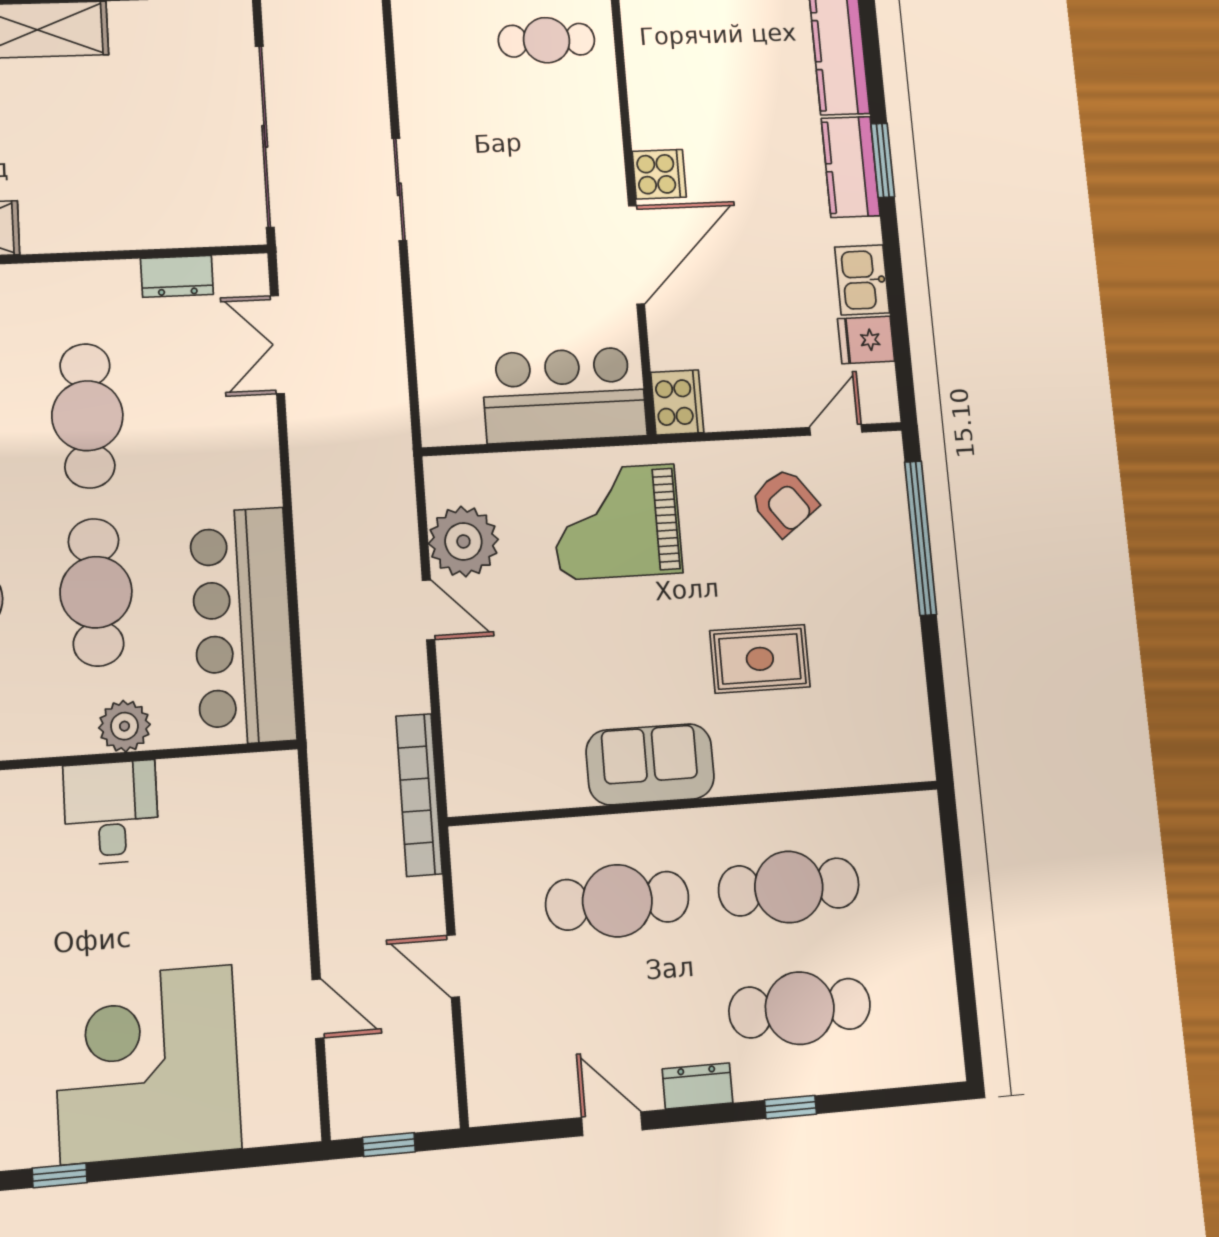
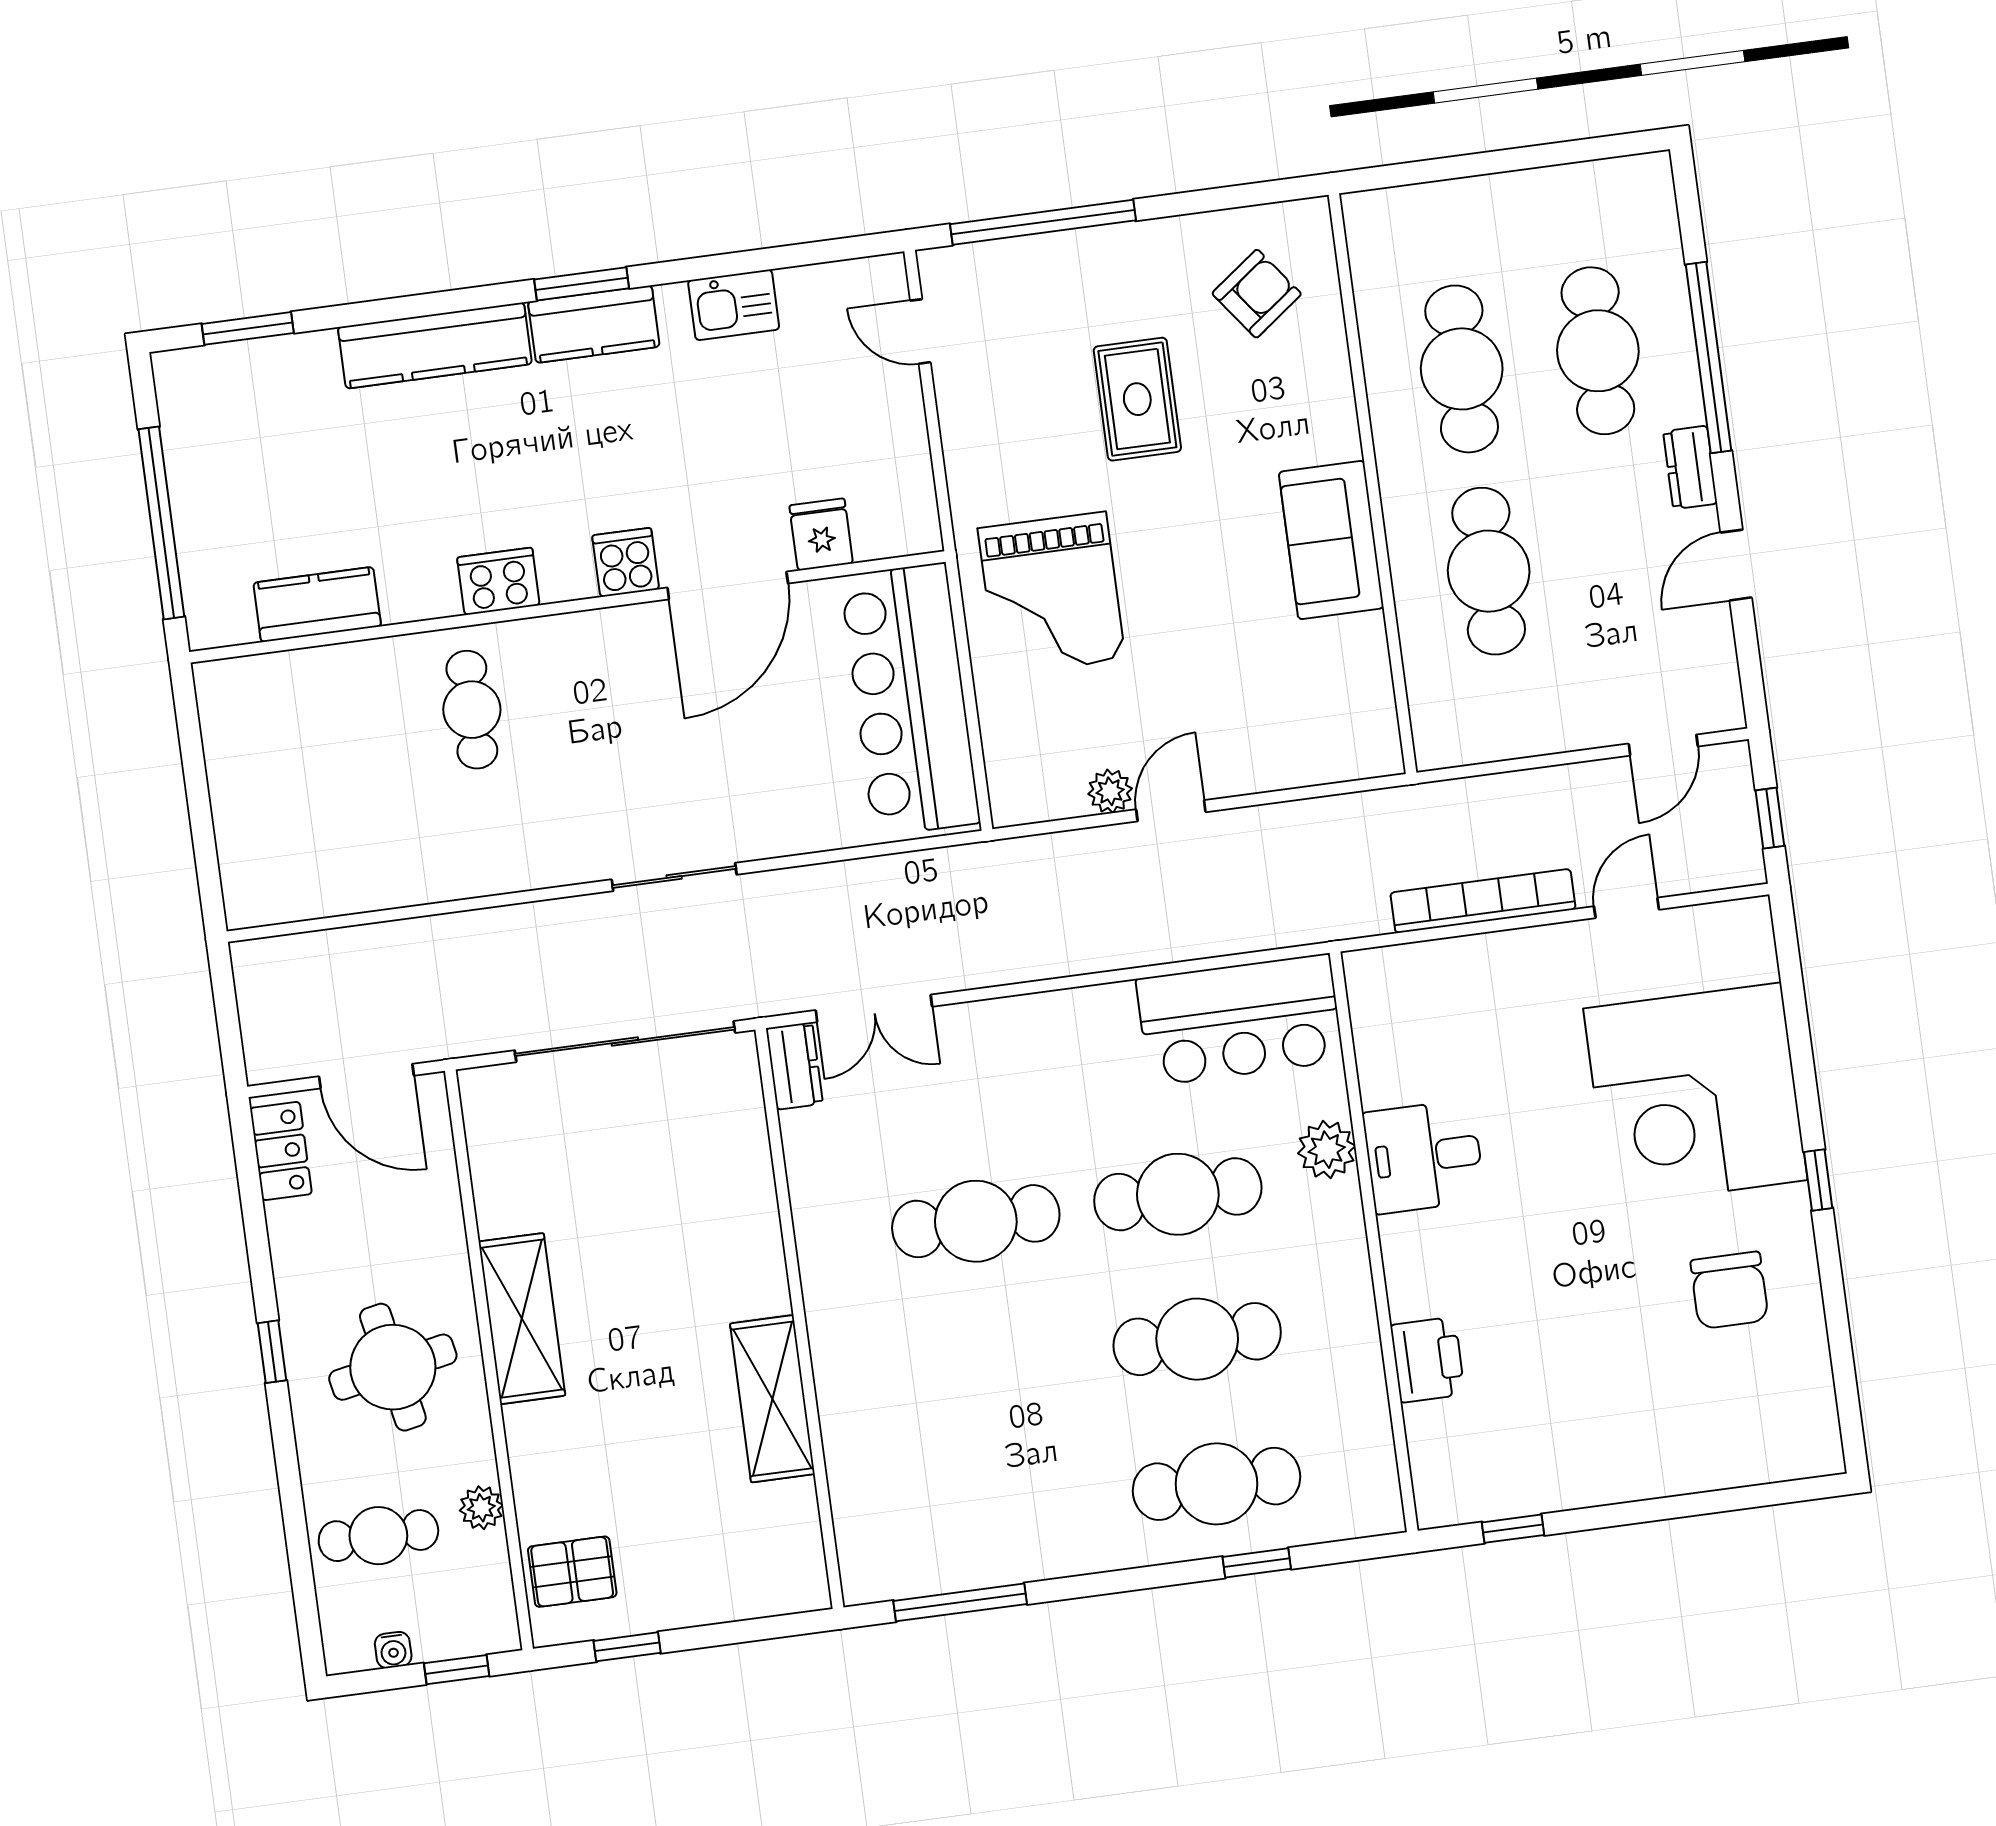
door: (636, 255) -> (728, 586), swing flipped
dresser: (177, 276) -> (794, 1066), moved
fridge: (866, 340) -> (821, 534), moved, turned 180
bar counter: (564, 395) -> (910, 700), width x1.36
cooker: (677, 402) -> (498, 581), moved
armchair: (784, 502) -> (1257, 294), moved
plant: (463, 541) -> (1110, 791), width x0.53, depth x0.53
bar counter: (243, 626) -> (1240, 1020), width x0.73
rug: (760, 659) -> (1137, 399), moved
bookcase: (419, 795) -> (1483, 901), moved, turned 180
door: (453, 966) -> (1663, 745), moved
window: (790, 1107) -> (1708, 358), width x3.17

